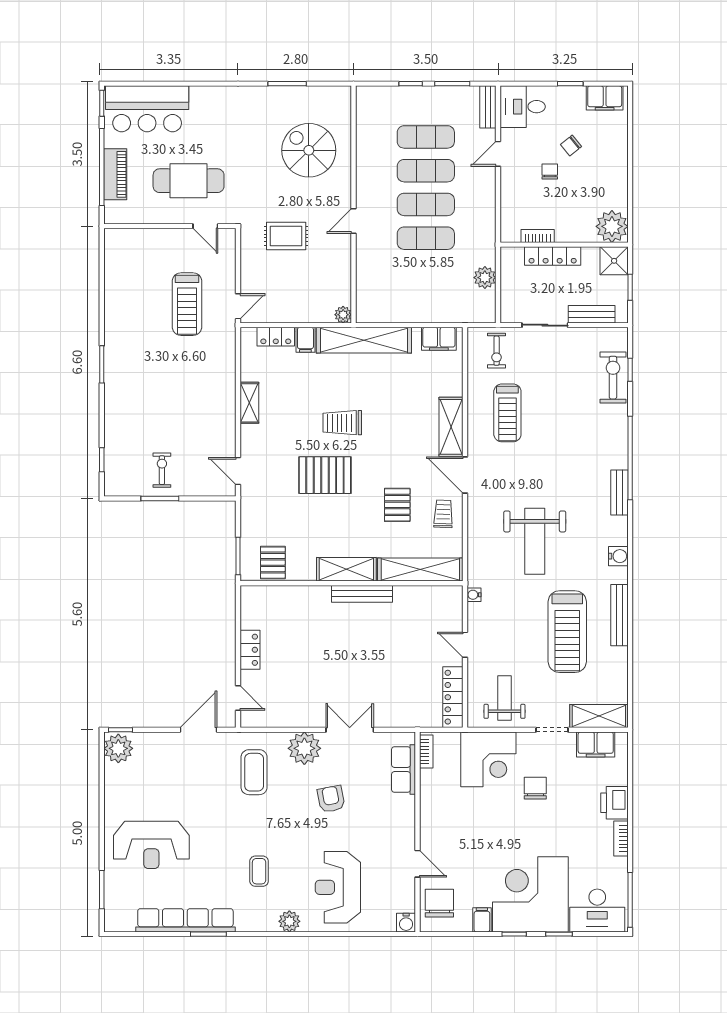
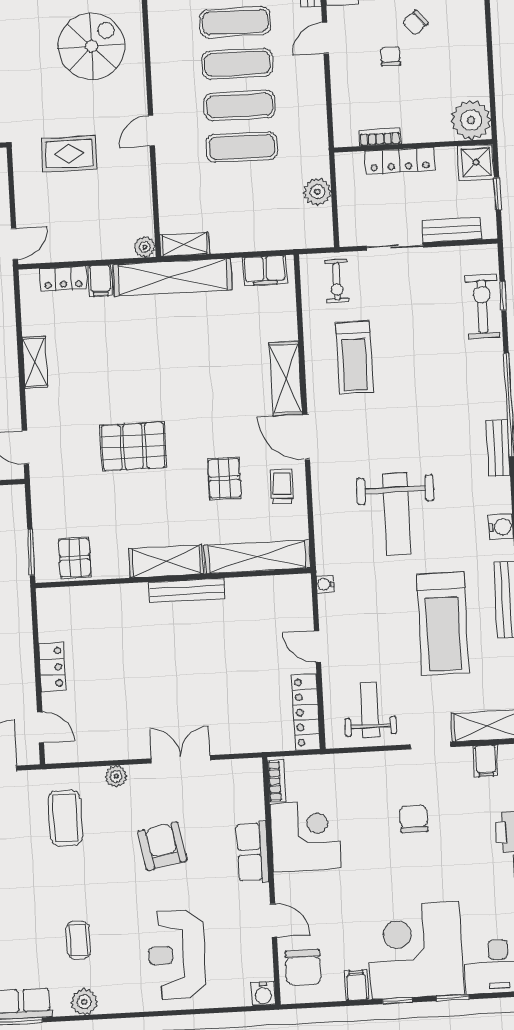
spiral stairs: (309, 150) -> (91, 46), turned 90
shelving: (375, 314) -> (185, 244), added
trolley: (342, 423) -> (151, 380), removed
filing cabinet: (596, 744) -> (485, 761), width x0.50
plant: (304, 748) -> (116, 776), width x0.53, depth x0.53
corner desk: (488, 759) -> (306, 836), moved, turned -90
row of seats: (404, 770) -> (253, 852), moved
armchair: (331, 799) -> (162, 846), width x1.38, depth x1.38
chair: (439, 903) -> (303, 967), turned 180
plant: (289, 921) -> (84, 1002), moved

